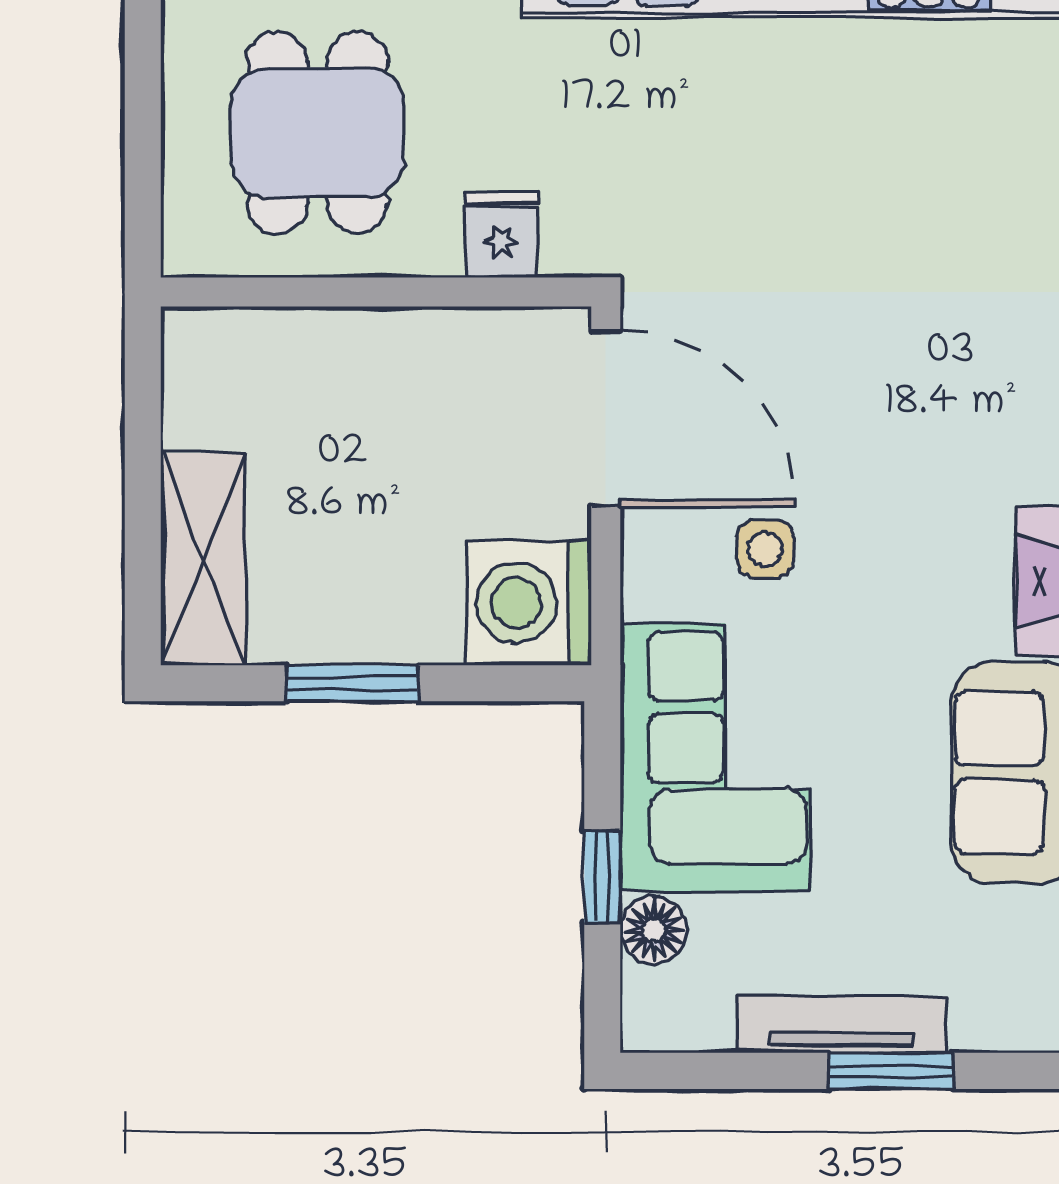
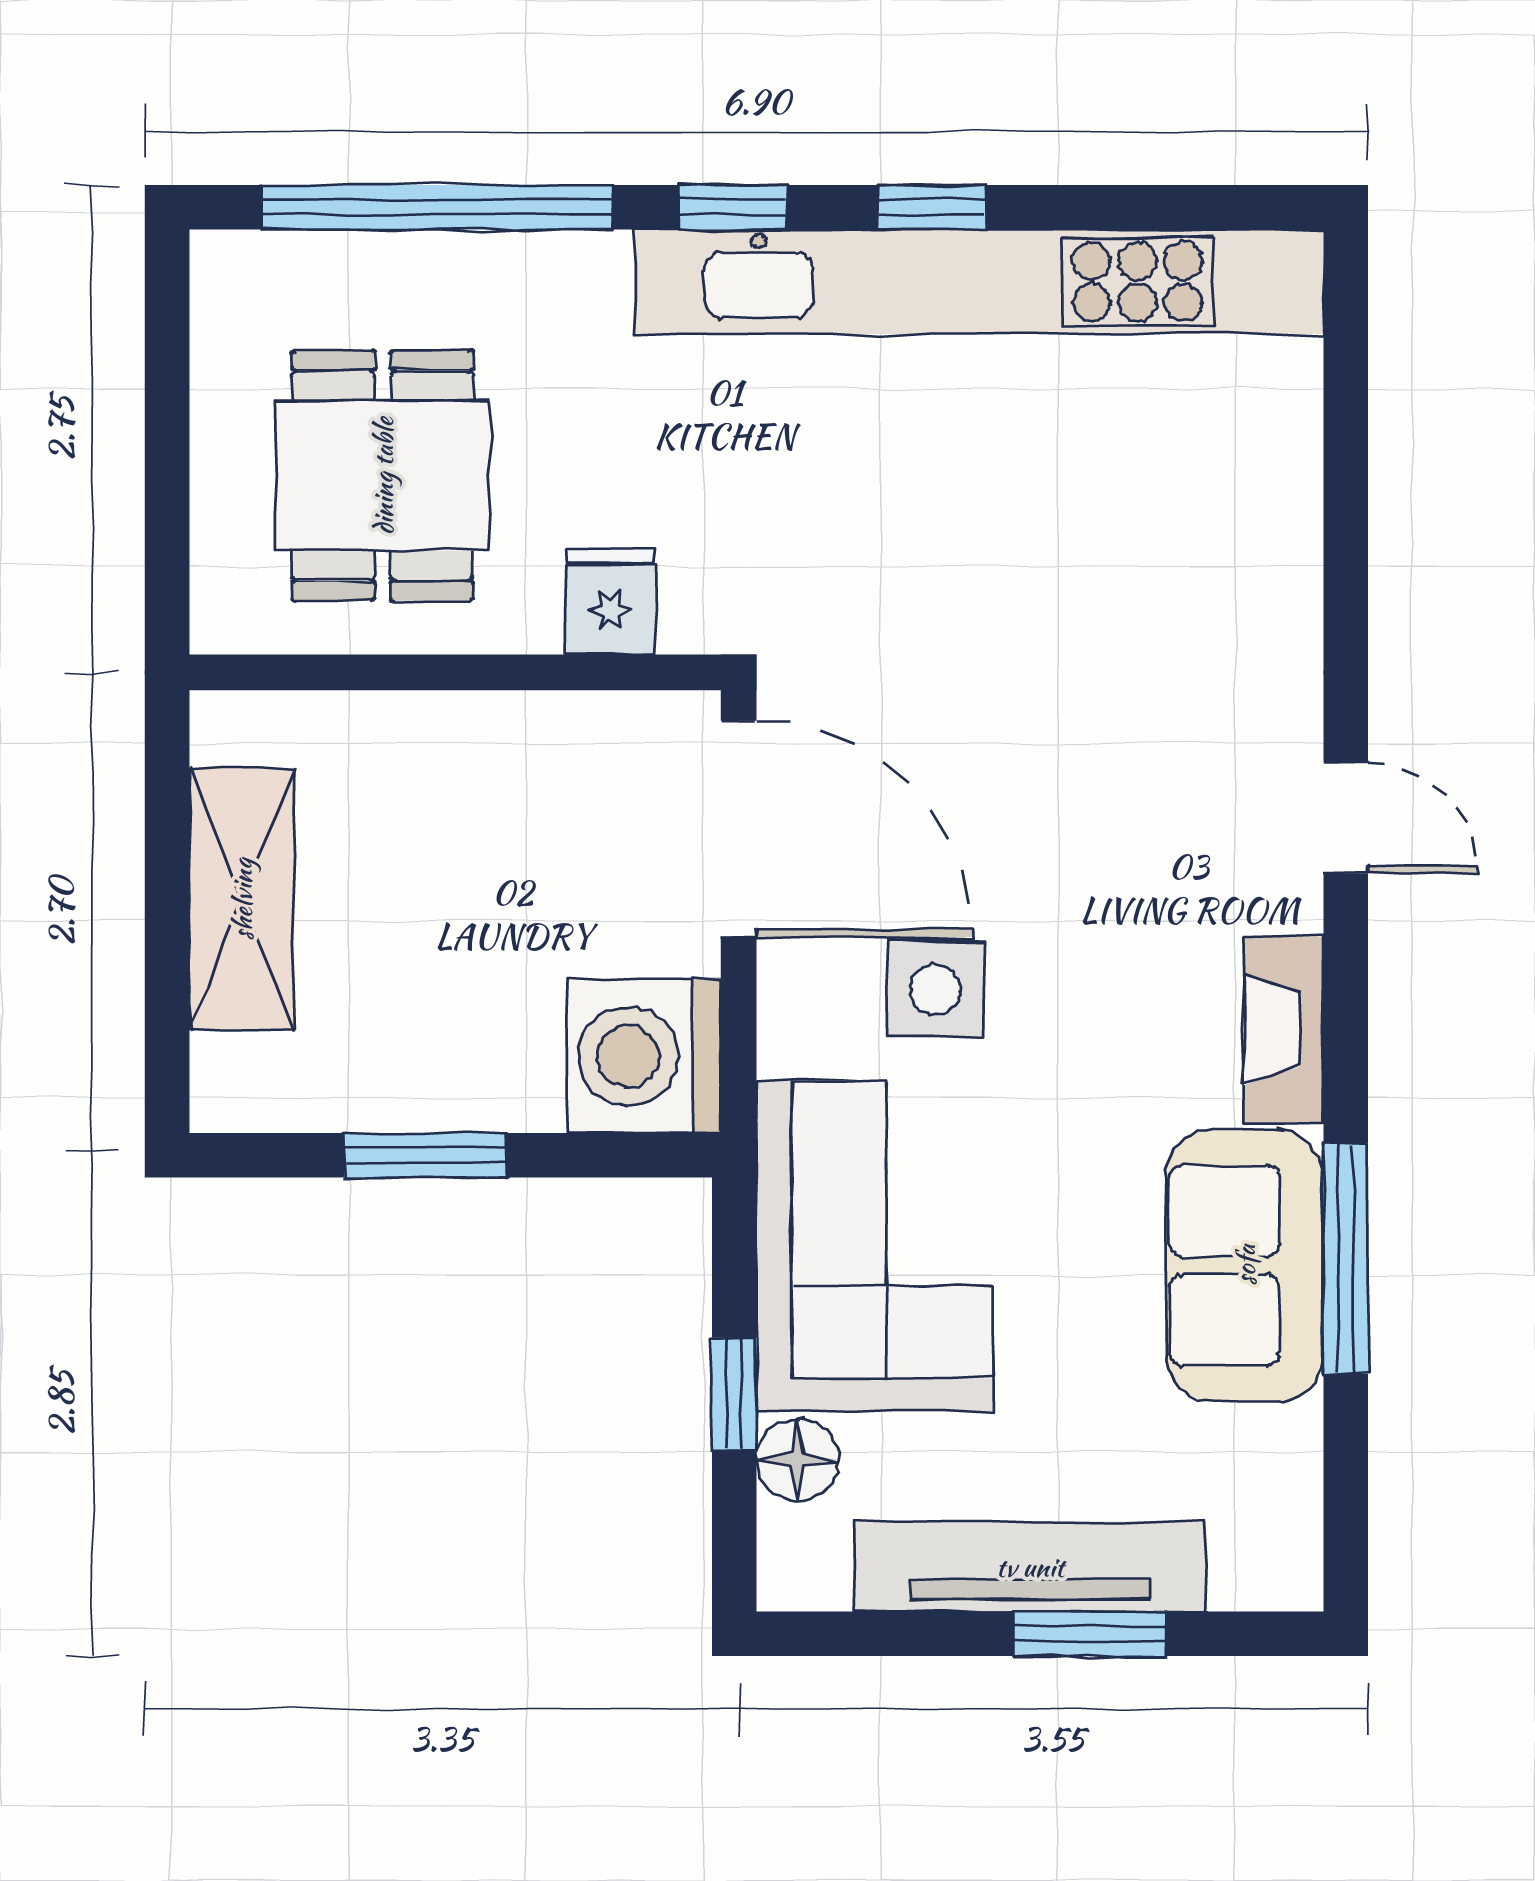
side table: (765, 549) -> (935, 989), width x1.37, depth x1.37
shelving: (203, 559) -> (242, 899), moved
tv unit: (842, 1025) -> (1030, 1567), width x1.36, depth x1.29

